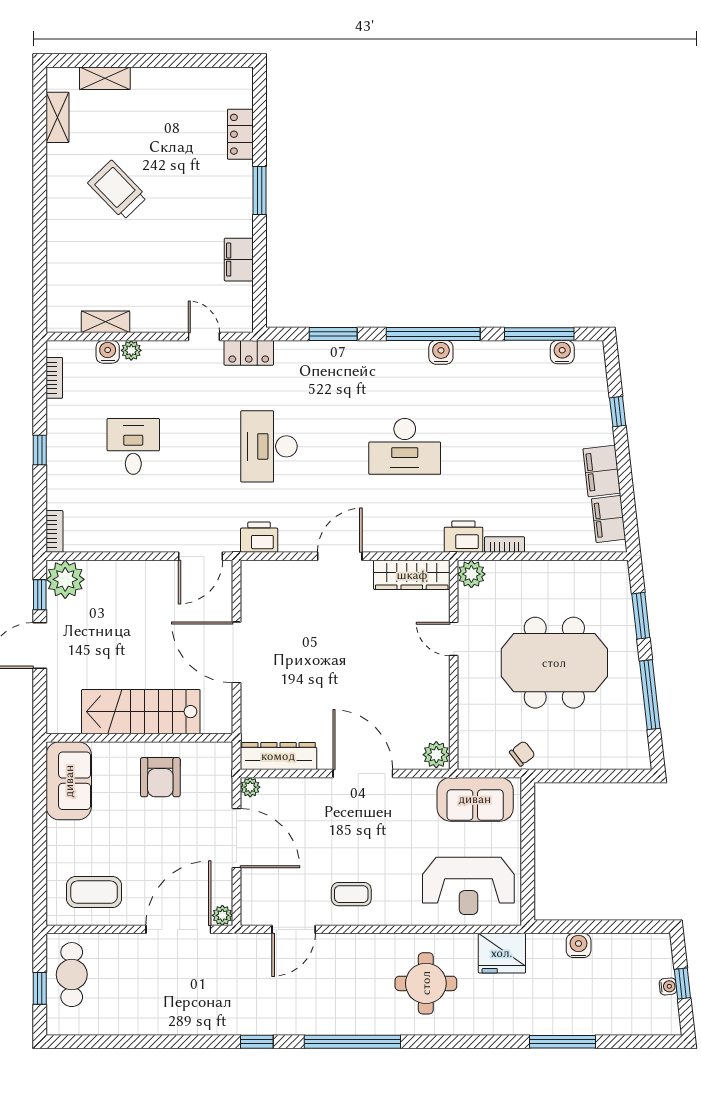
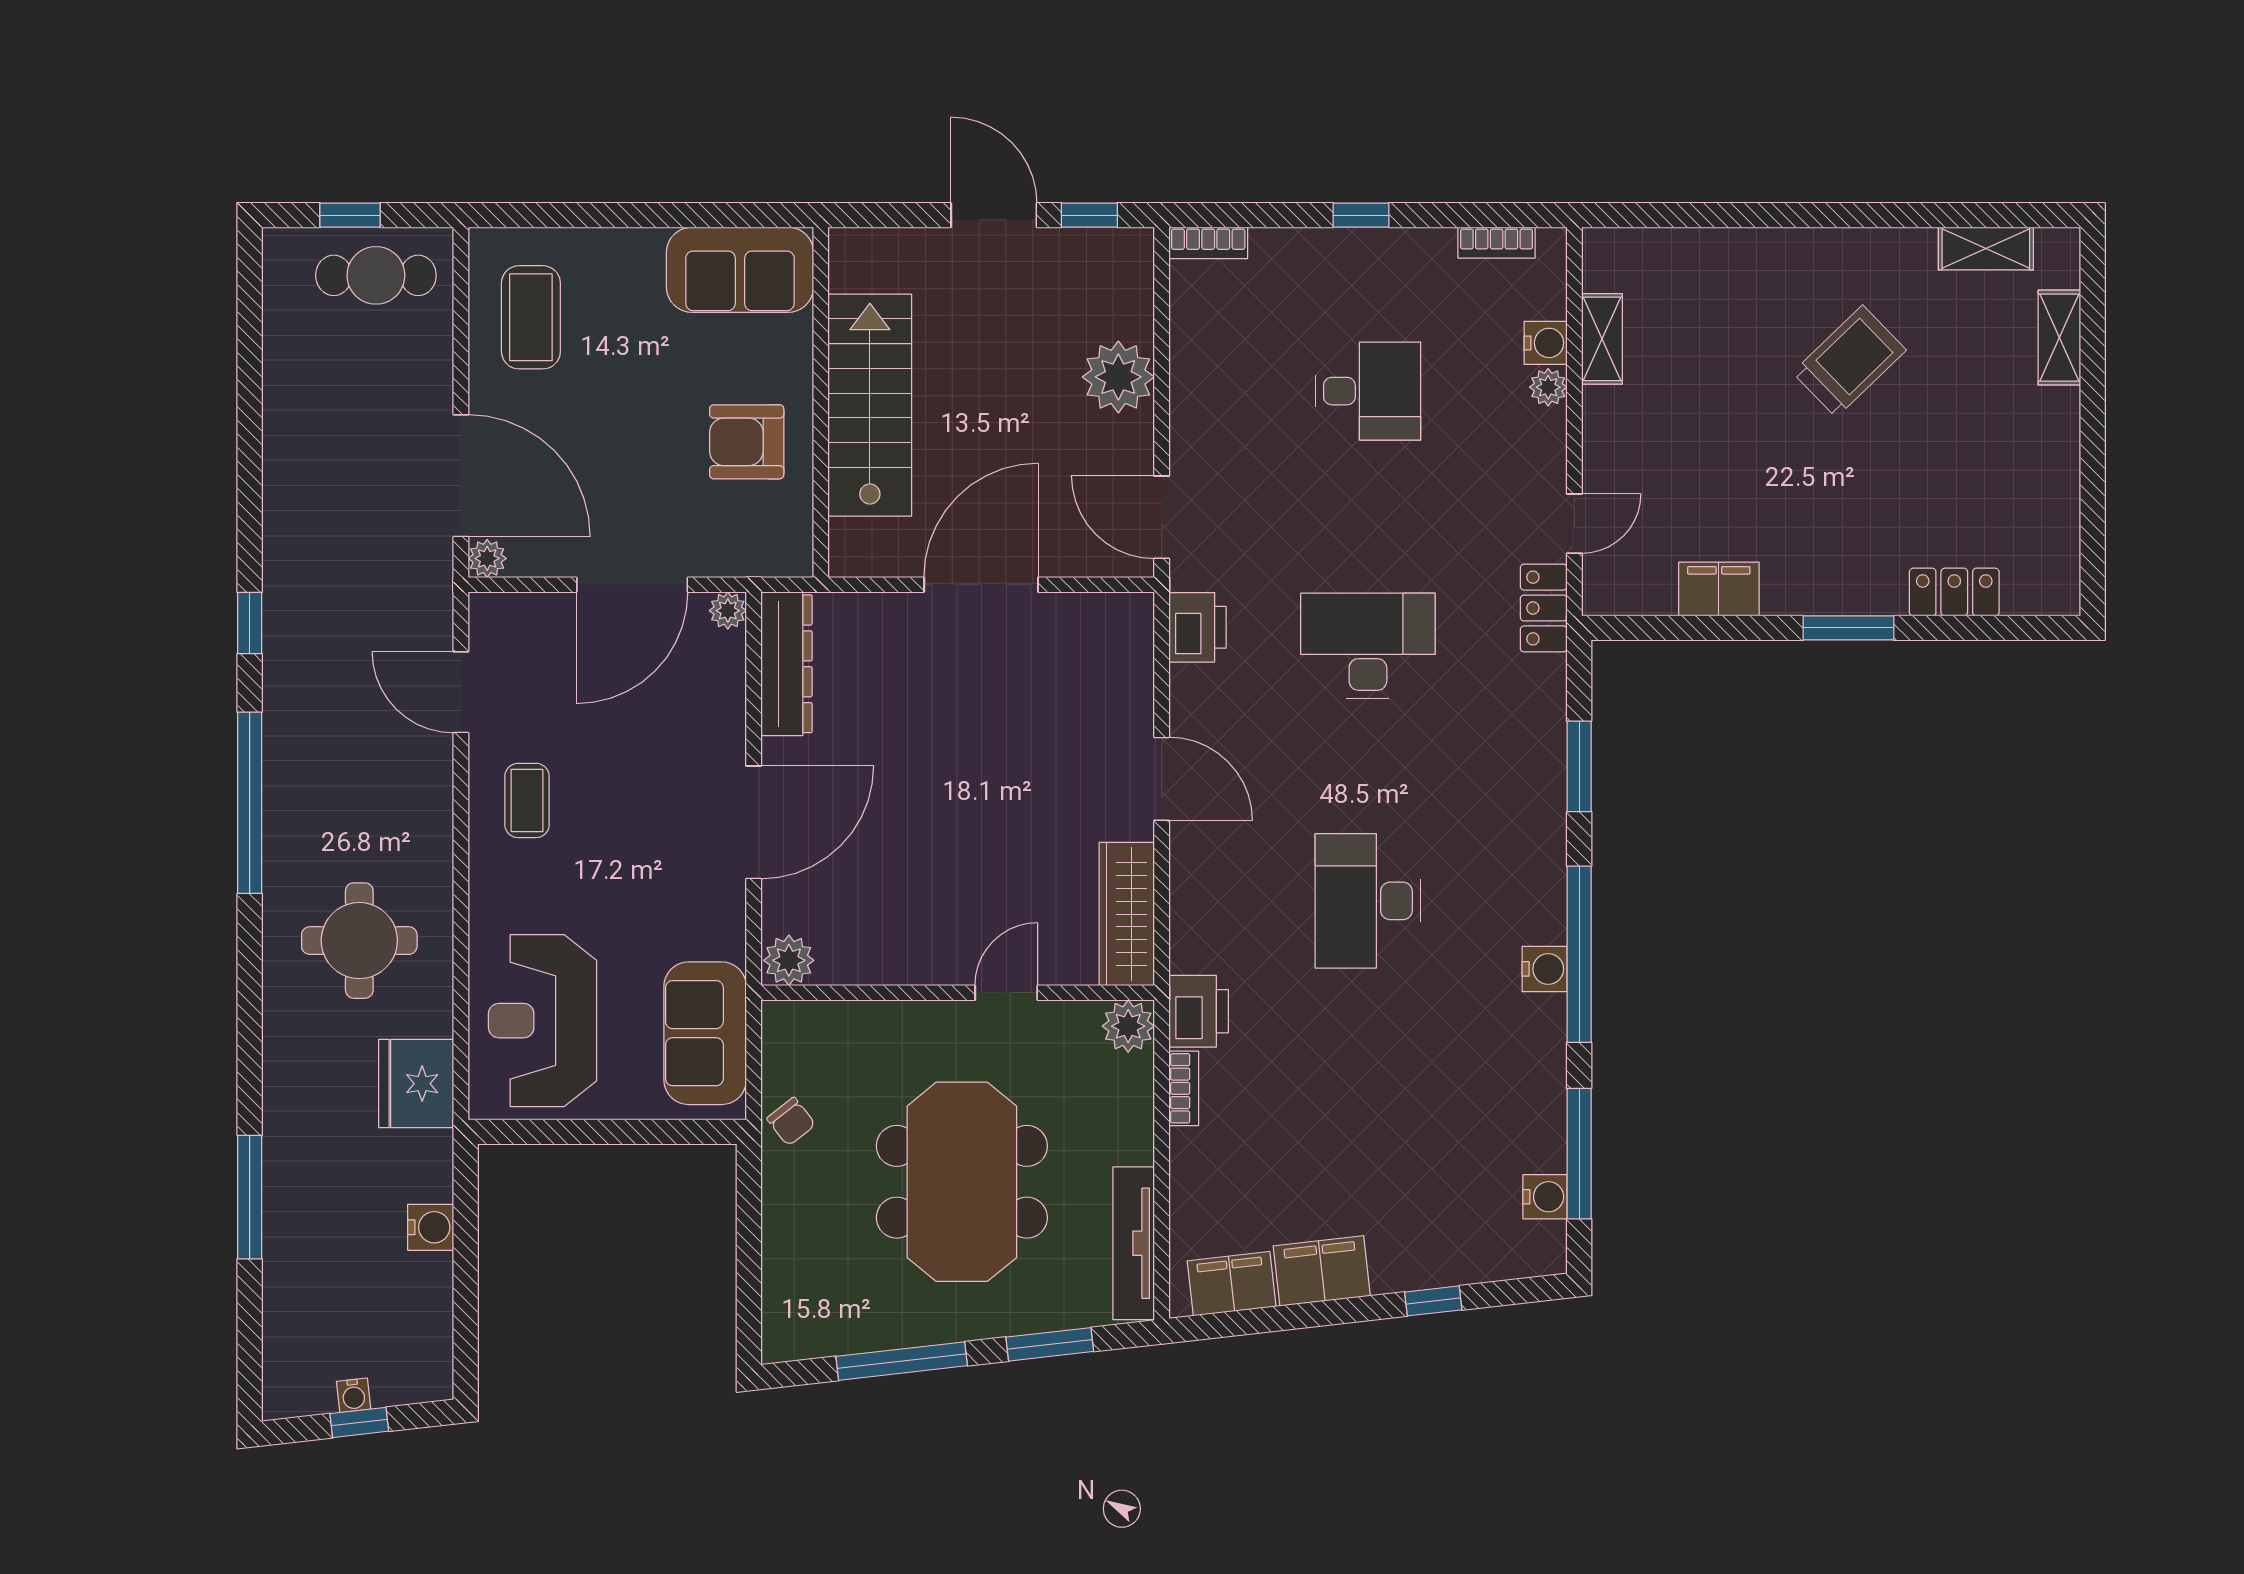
tv unit: (587, 571) -> (1134, 1243), added
plant: (65, 579) -> (1118, 377), moved

